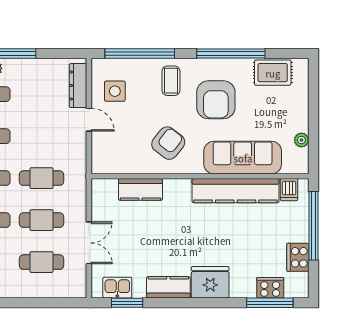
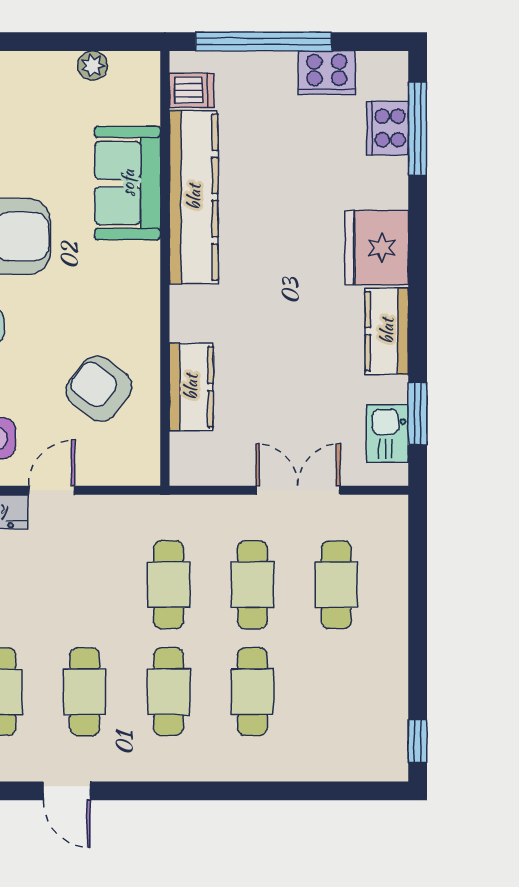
armchair: (168, 143) -> (99, 389), moved
sofa: (243, 158) -> (128, 183), width x0.73

